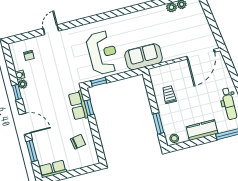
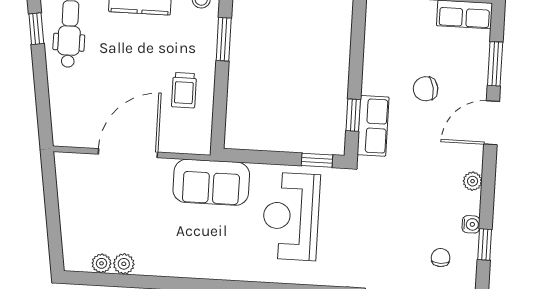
door: (201, 54) -> (128, 153), moved
plant: (23, 84) -> (473, 181), moved
window: (17, 92) -> (485, 244), moved
door: (25, 124) -> (492, 123), hinge flipped
chair: (78, 142) -> (426, 89), moved

